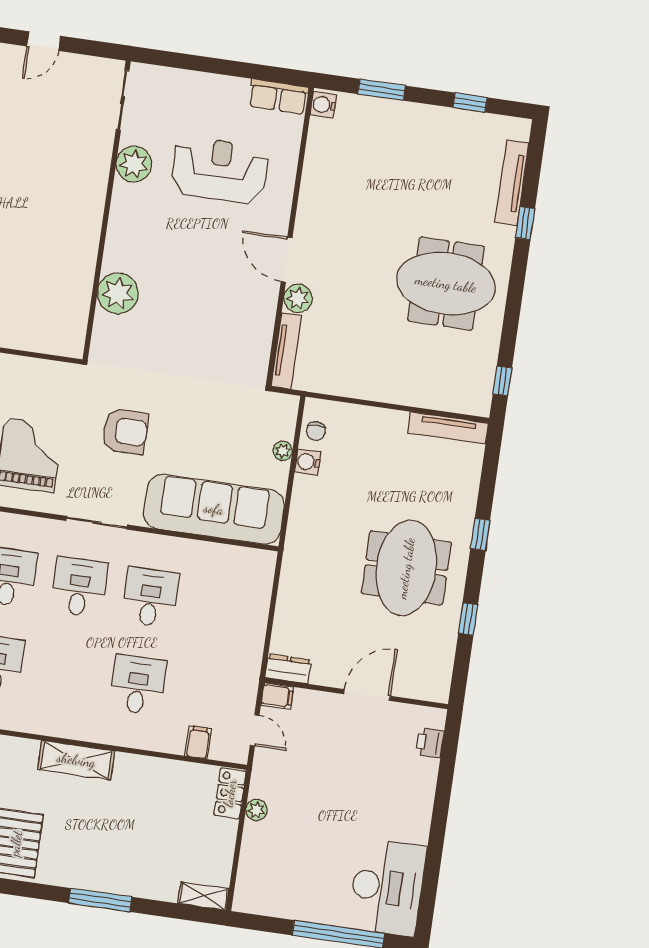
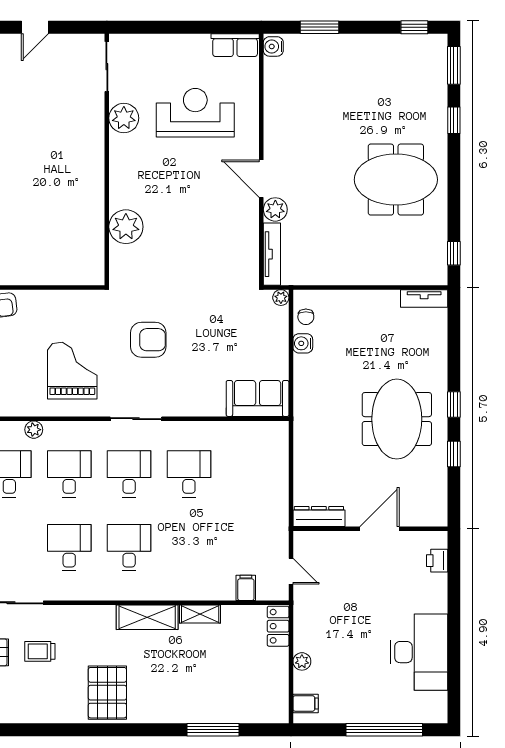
window: (470, 103) -> (414, 27), moved
window: (534, 158) -> (454, 65), added
tv unit: (512, 183) -> (438, 88), removed
tv unit: (448, 428) -> (424, 299), width x0.71
plant: (283, 451) -> (281, 298), moved
sofa: (214, 509) -> (258, 398), width x0.54, depth x0.79
window: (480, 534) -> (454, 404), moved
dresser: (288, 669) -> (319, 516), width x1.44
desk: (138, 685) -> (129, 548), moved
filing cabinet: (277, 696) -> (306, 703), moved
plant: (256, 810) -> (302, 661), moved
desk: (387, 887) -> (419, 652), moved
shelving: (204, 896) -> (200, 614), moved
window: (100, 900) -> (213, 730), moved

